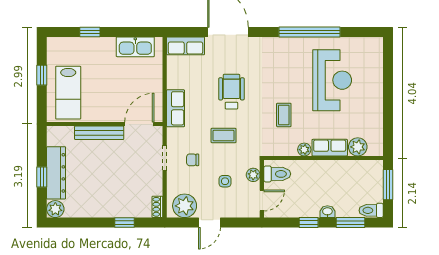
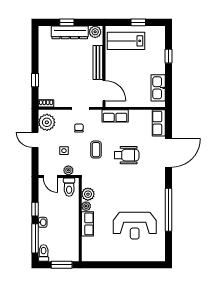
coffee table: (284, 115) -> (110, 192), removed
plant: (358, 147) -> (88, 194), moved
plant: (55, 209) -> (95, 32), moved
window: (350, 223) -> (35, 238), width x1.44

